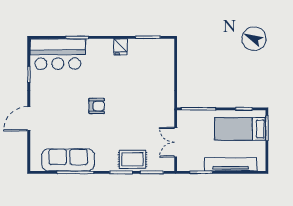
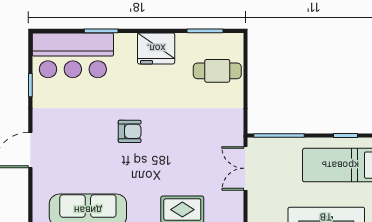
fridge: (121, 47) -> (156, 48), width x1.88, depth x1.34
cafe table: (156, 65) -> (217, 71), added
double door: (176, 142) -> (246, 168), moved

